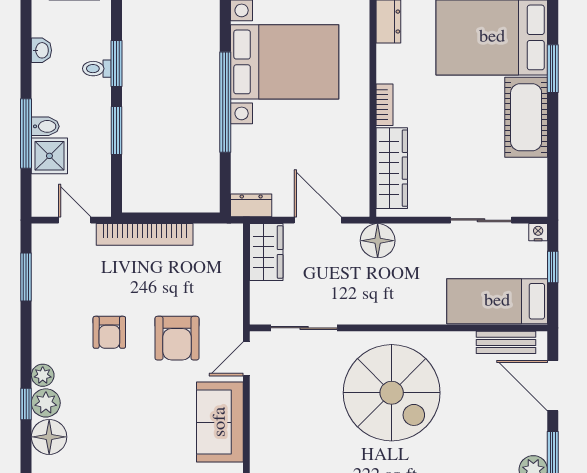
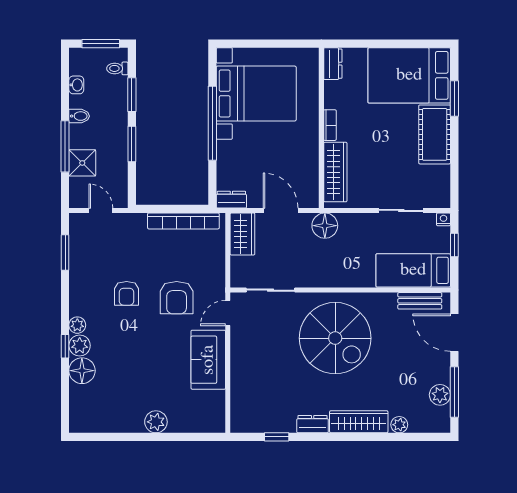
toilet: (97, 69) -> (117, 68), moved
bidet: (45, 126) -> (79, 116), moved
bookcase: (145, 234) -> (183, 221), moved

